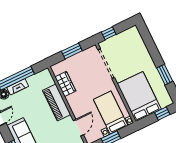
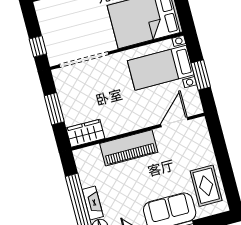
wardrobe: (65, 84) -> (85, 133), moved
door: (78, 128) -> (174, 122), hinge flipped

